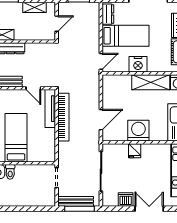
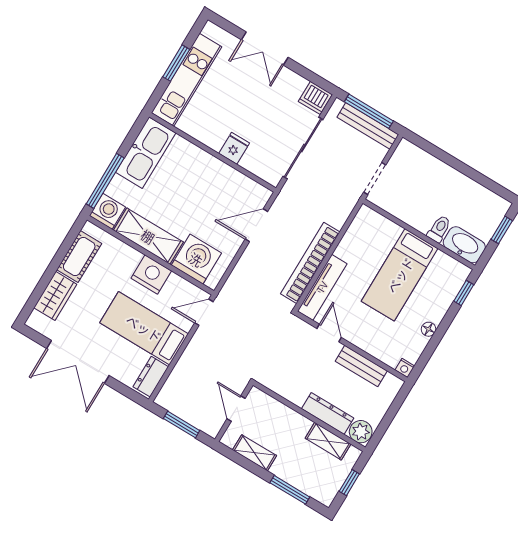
door: (57, 24) -> (236, 409), hinge flipped
washing machine: (138, 131) -> (196, 259), moved, turned 180
dishwasher: (126, 199) -> (315, 98), moved

